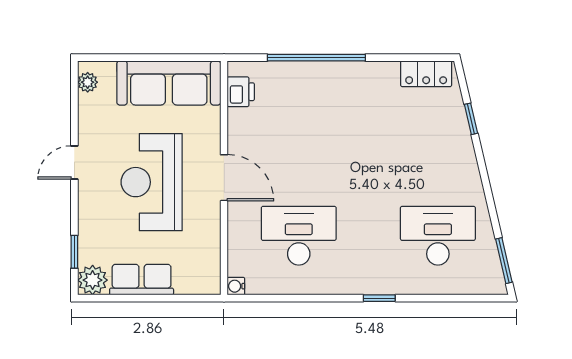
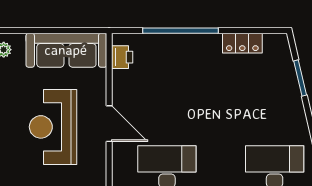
locker: (426, 74) -> (242, 43), moved
window: (471, 119) -> (300, 78), width x1.50

